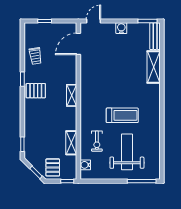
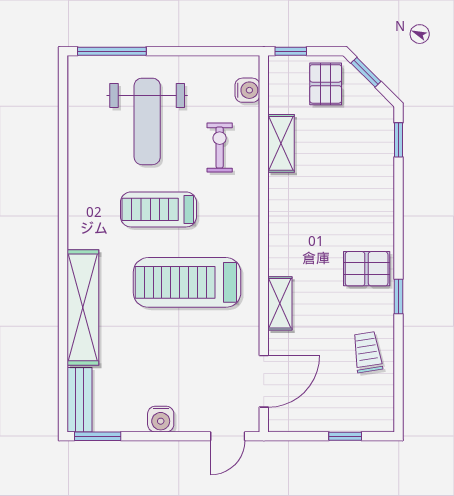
shelving: (154, 67) -> (83, 307), width x1.47
treadmill: (110, 85) -> (187, 282), added
shelving: (72, 95) -> (280, 303), moved

